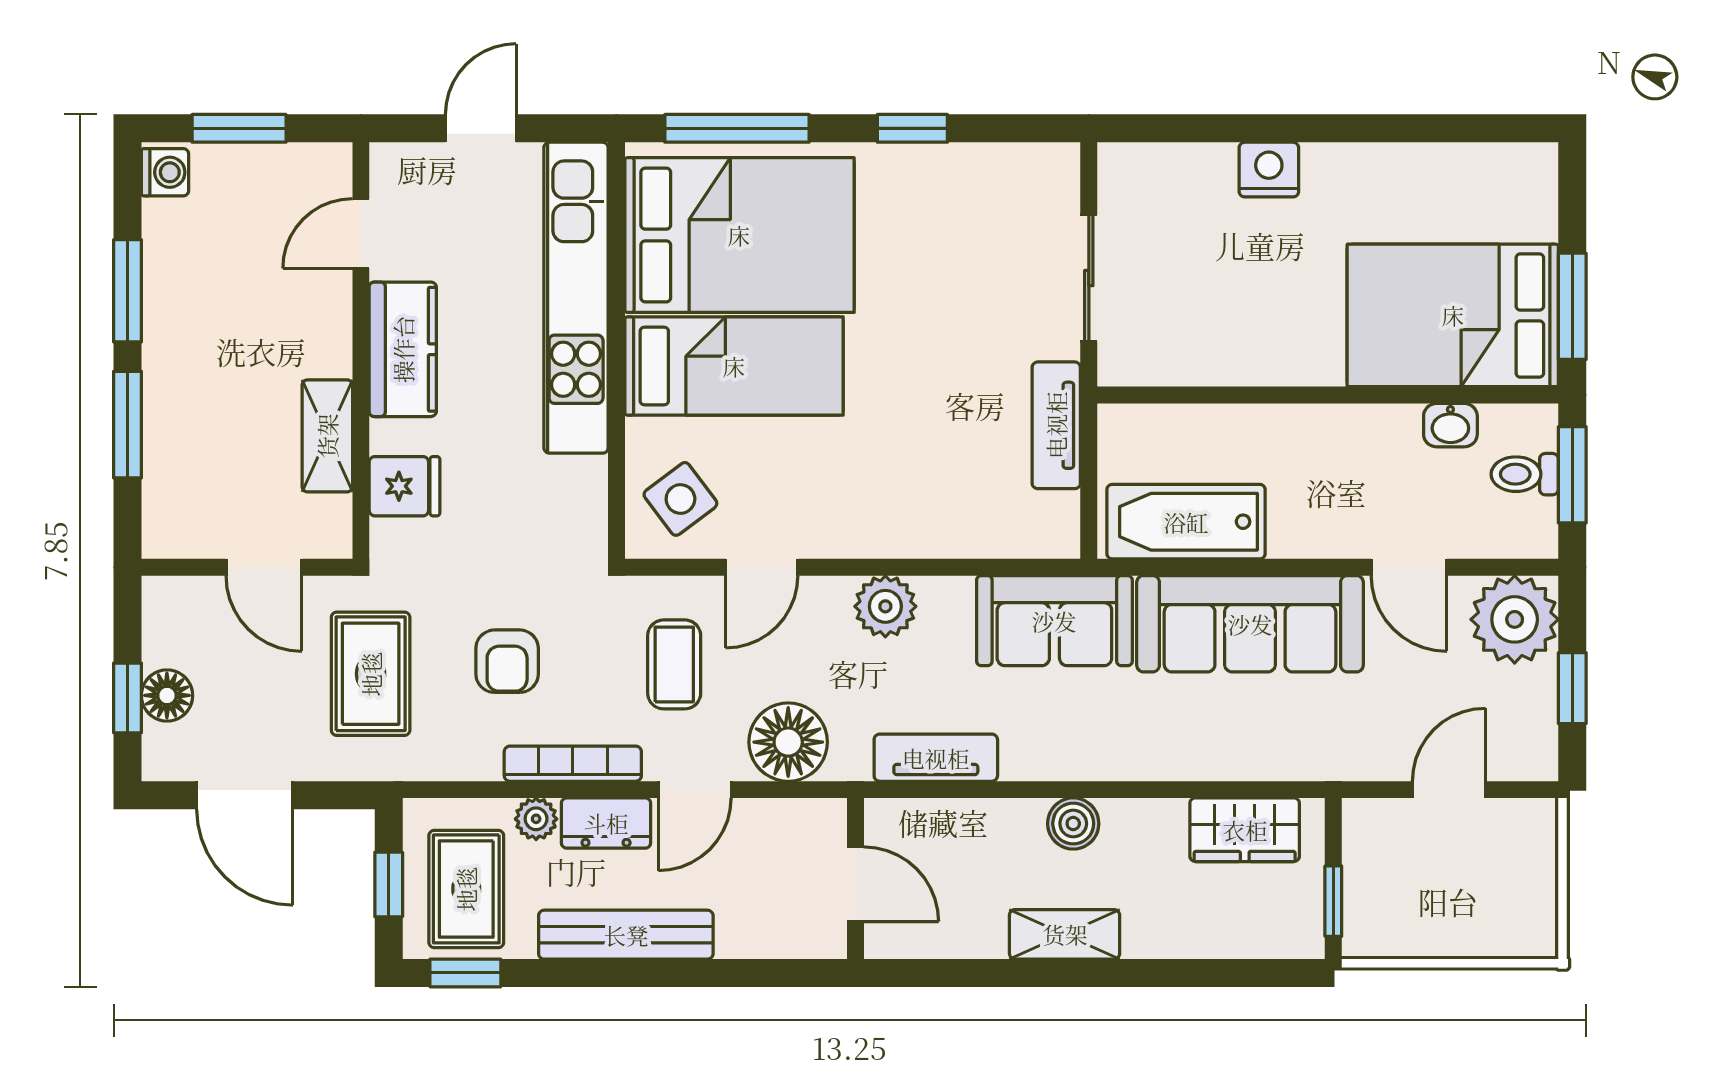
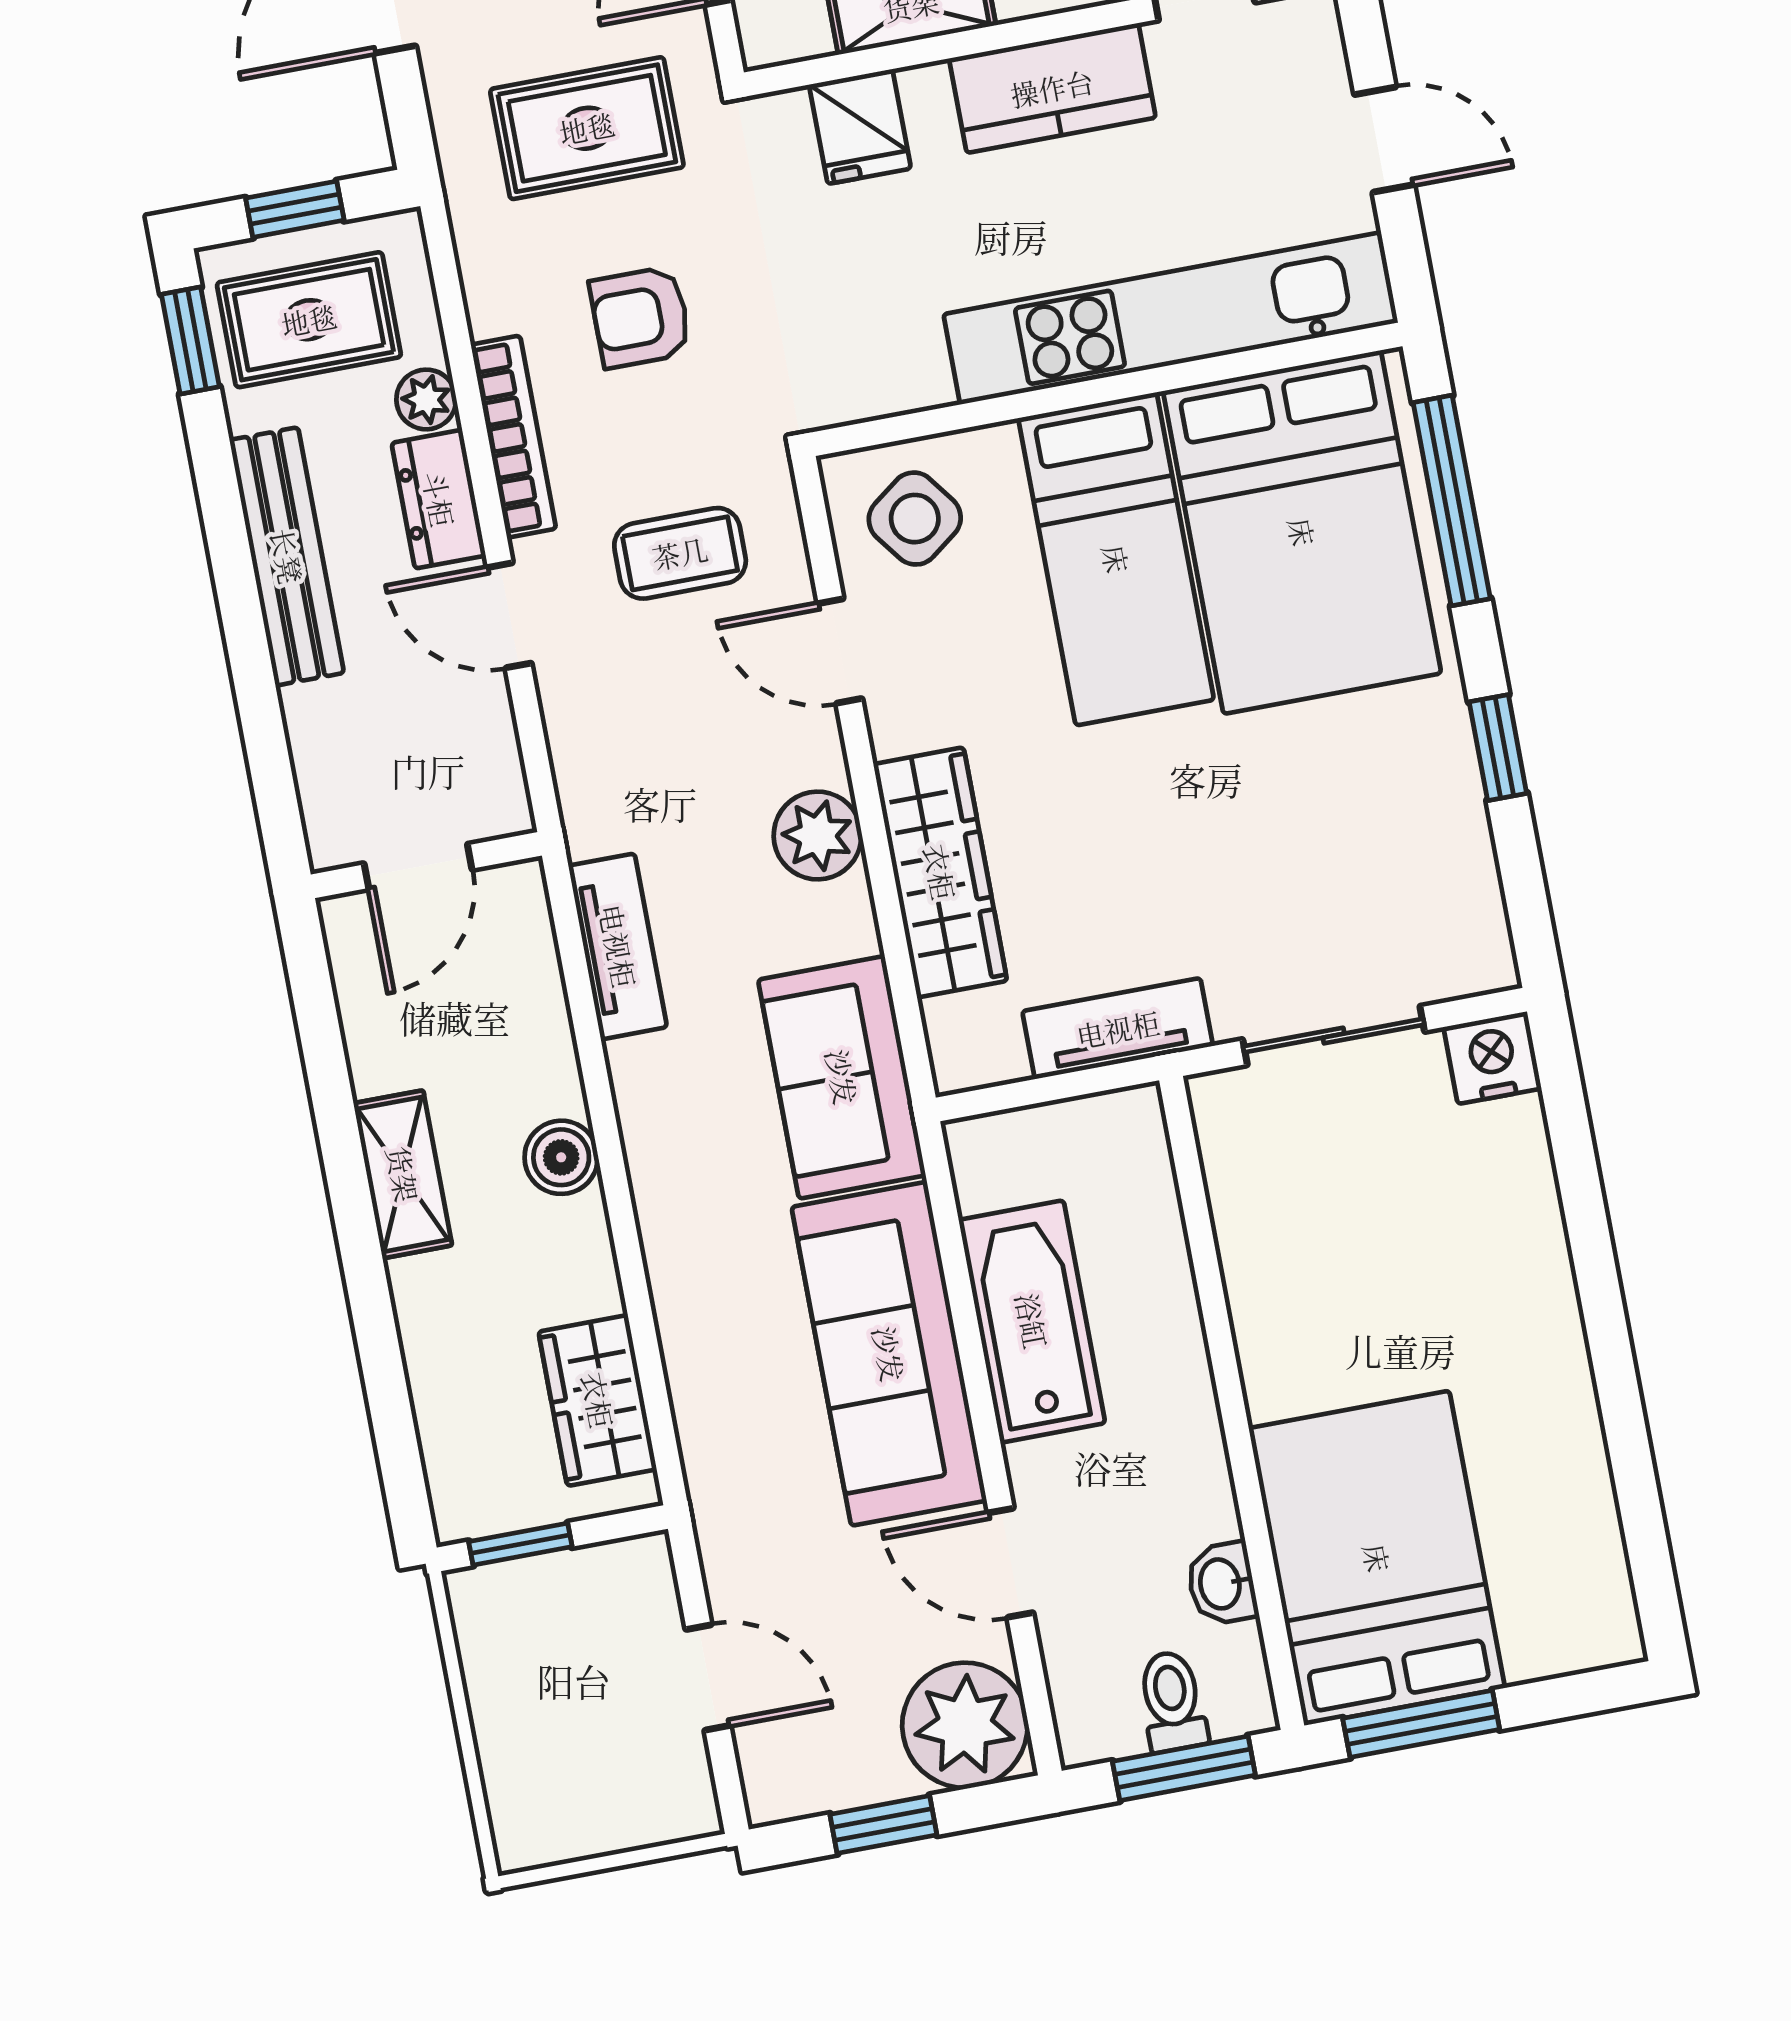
nightstand: (1269, 170) -> (1492, 1058), moved, turned -90
bathtub: (1186, 522) -> (1032, 1321), moved
wardrobe: (926, 527) -> (940, 872), added
door: (1409, 567) -> (1011, 1563), hinge flipped
floor lamp: (788, 742) -> (601, 734), removed

